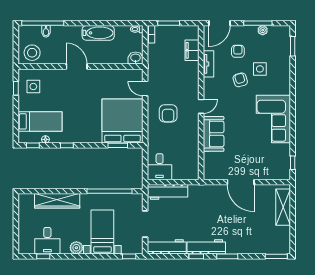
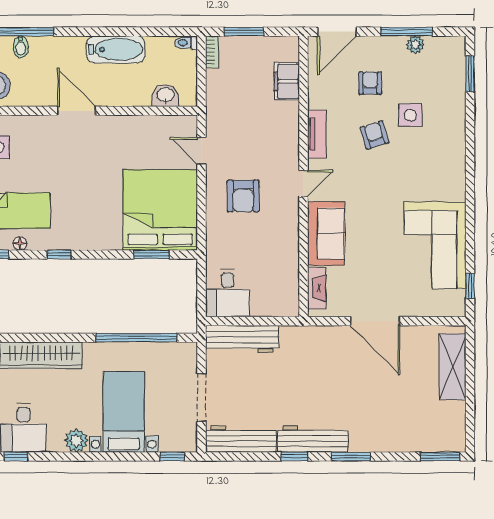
washbasin: (136, 58) -> (166, 95), moved
tv unit: (209, 64) -> (317, 134), moved
corner sofa: (273, 119) -> (435, 245), moved
fireplace: (208, 164) -> (317, 288), added

